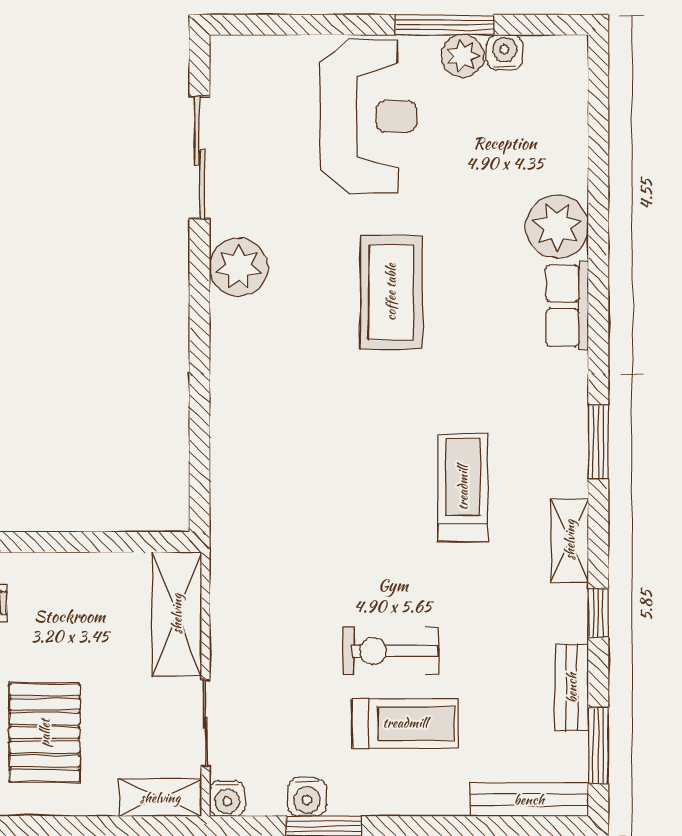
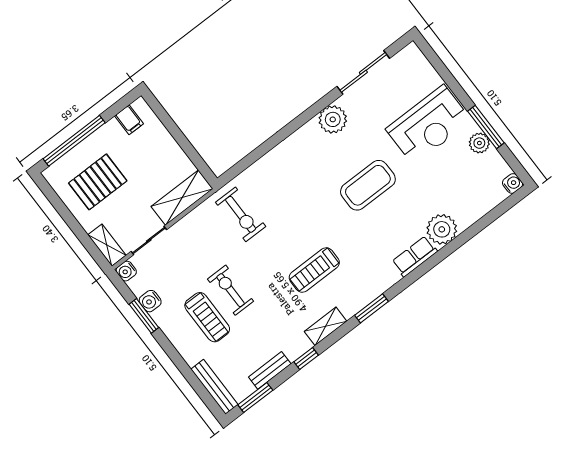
water cooler: (505, 52) -> (512, 183), moved
treadmill: (463, 488) -> (314, 270), turned 180
exercise bike: (278, 539) -> (241, 214), added

